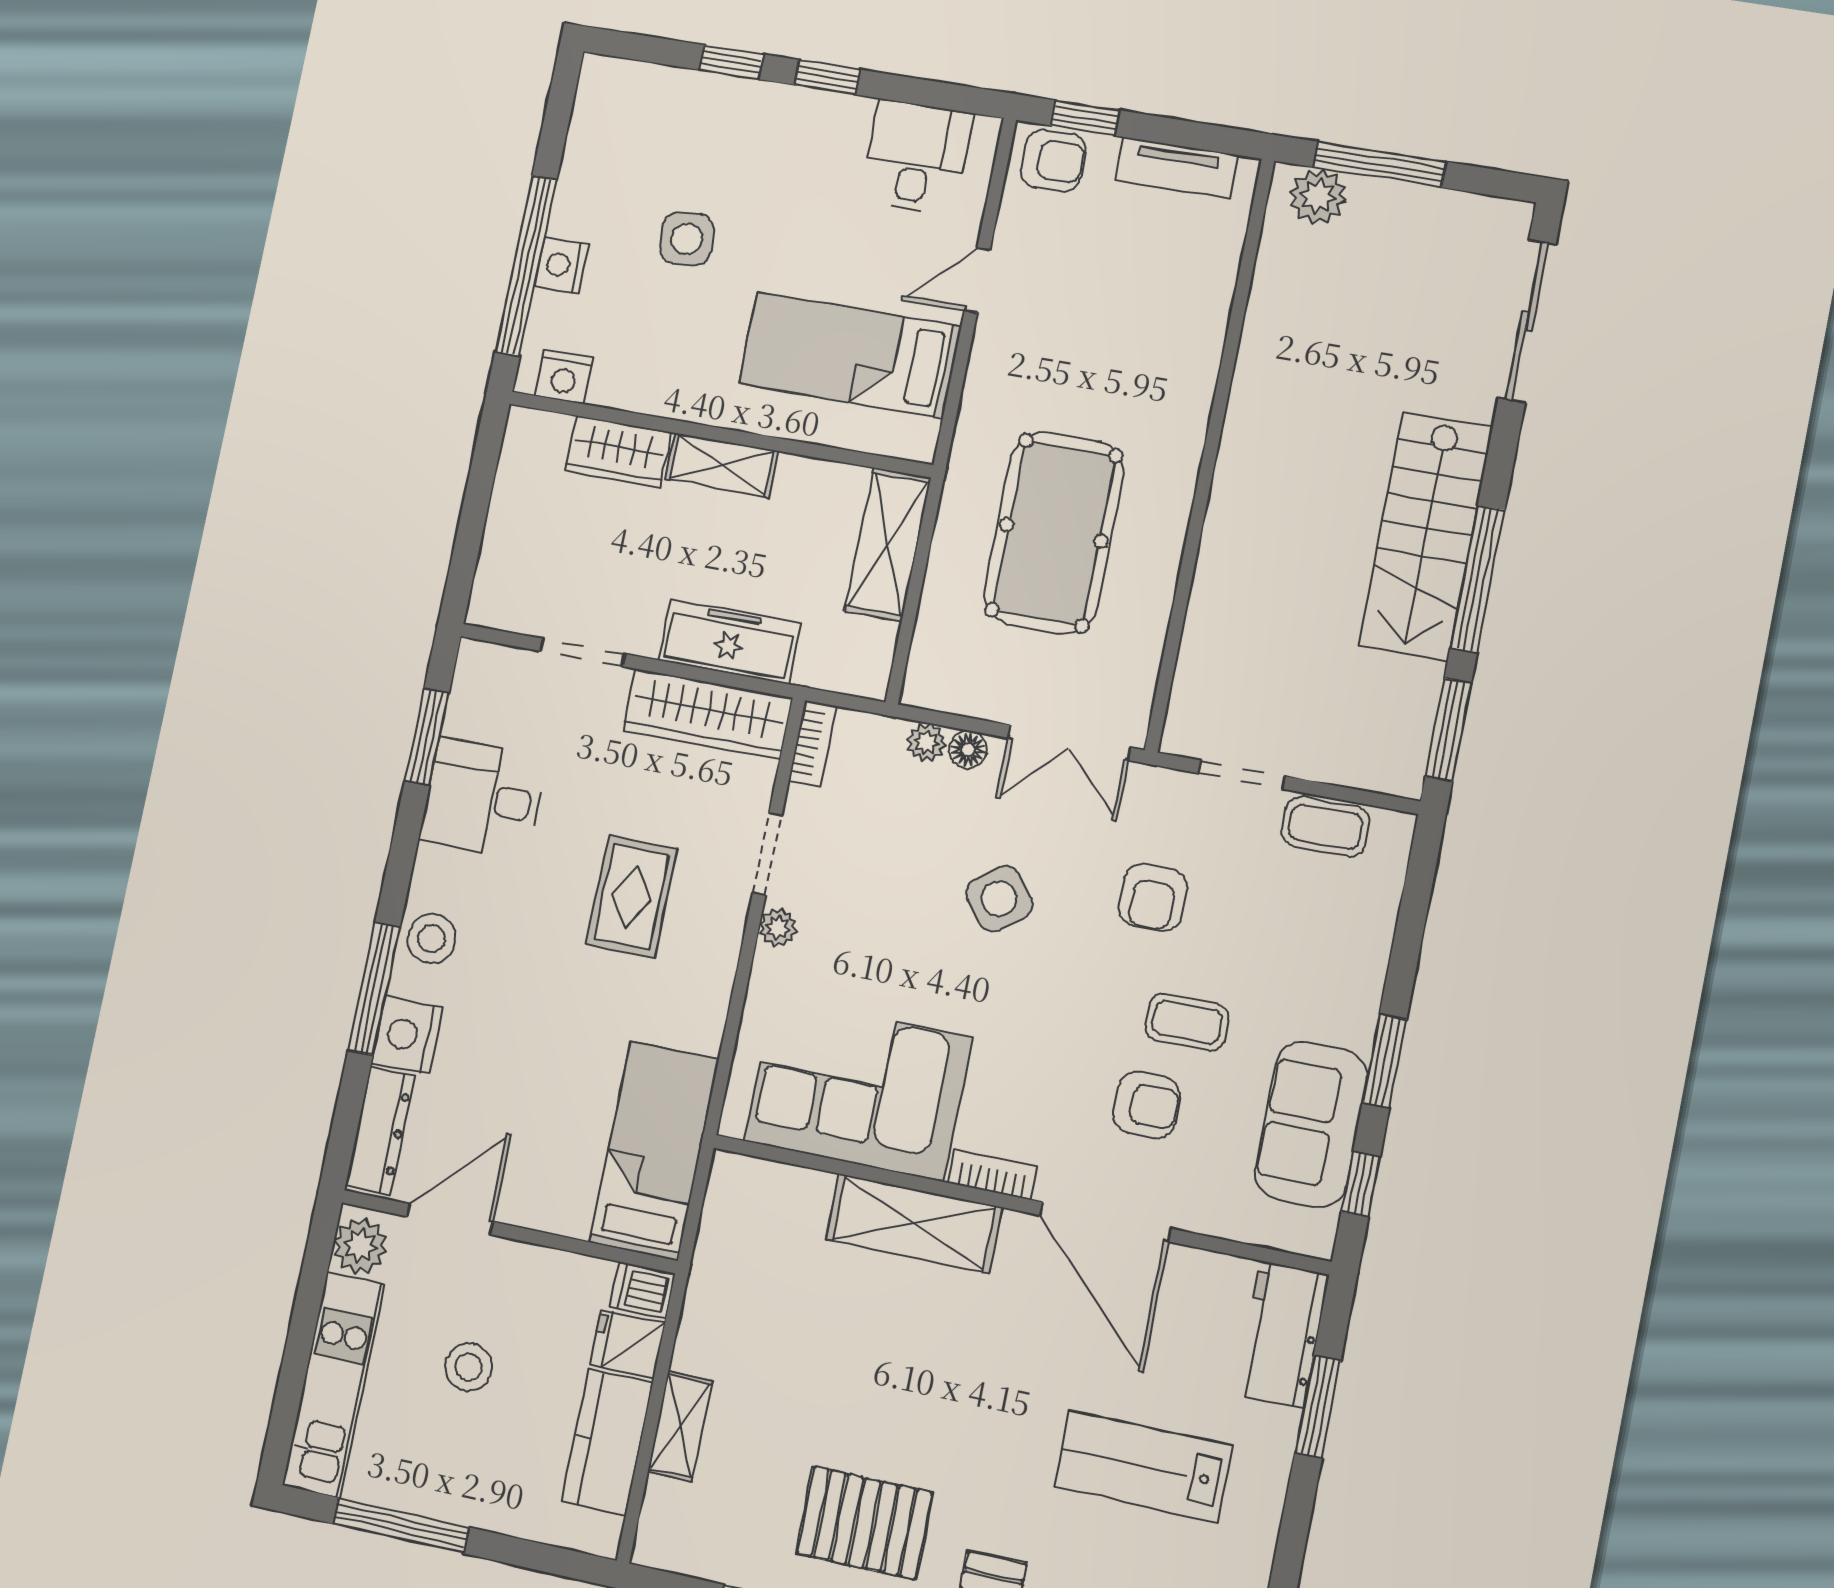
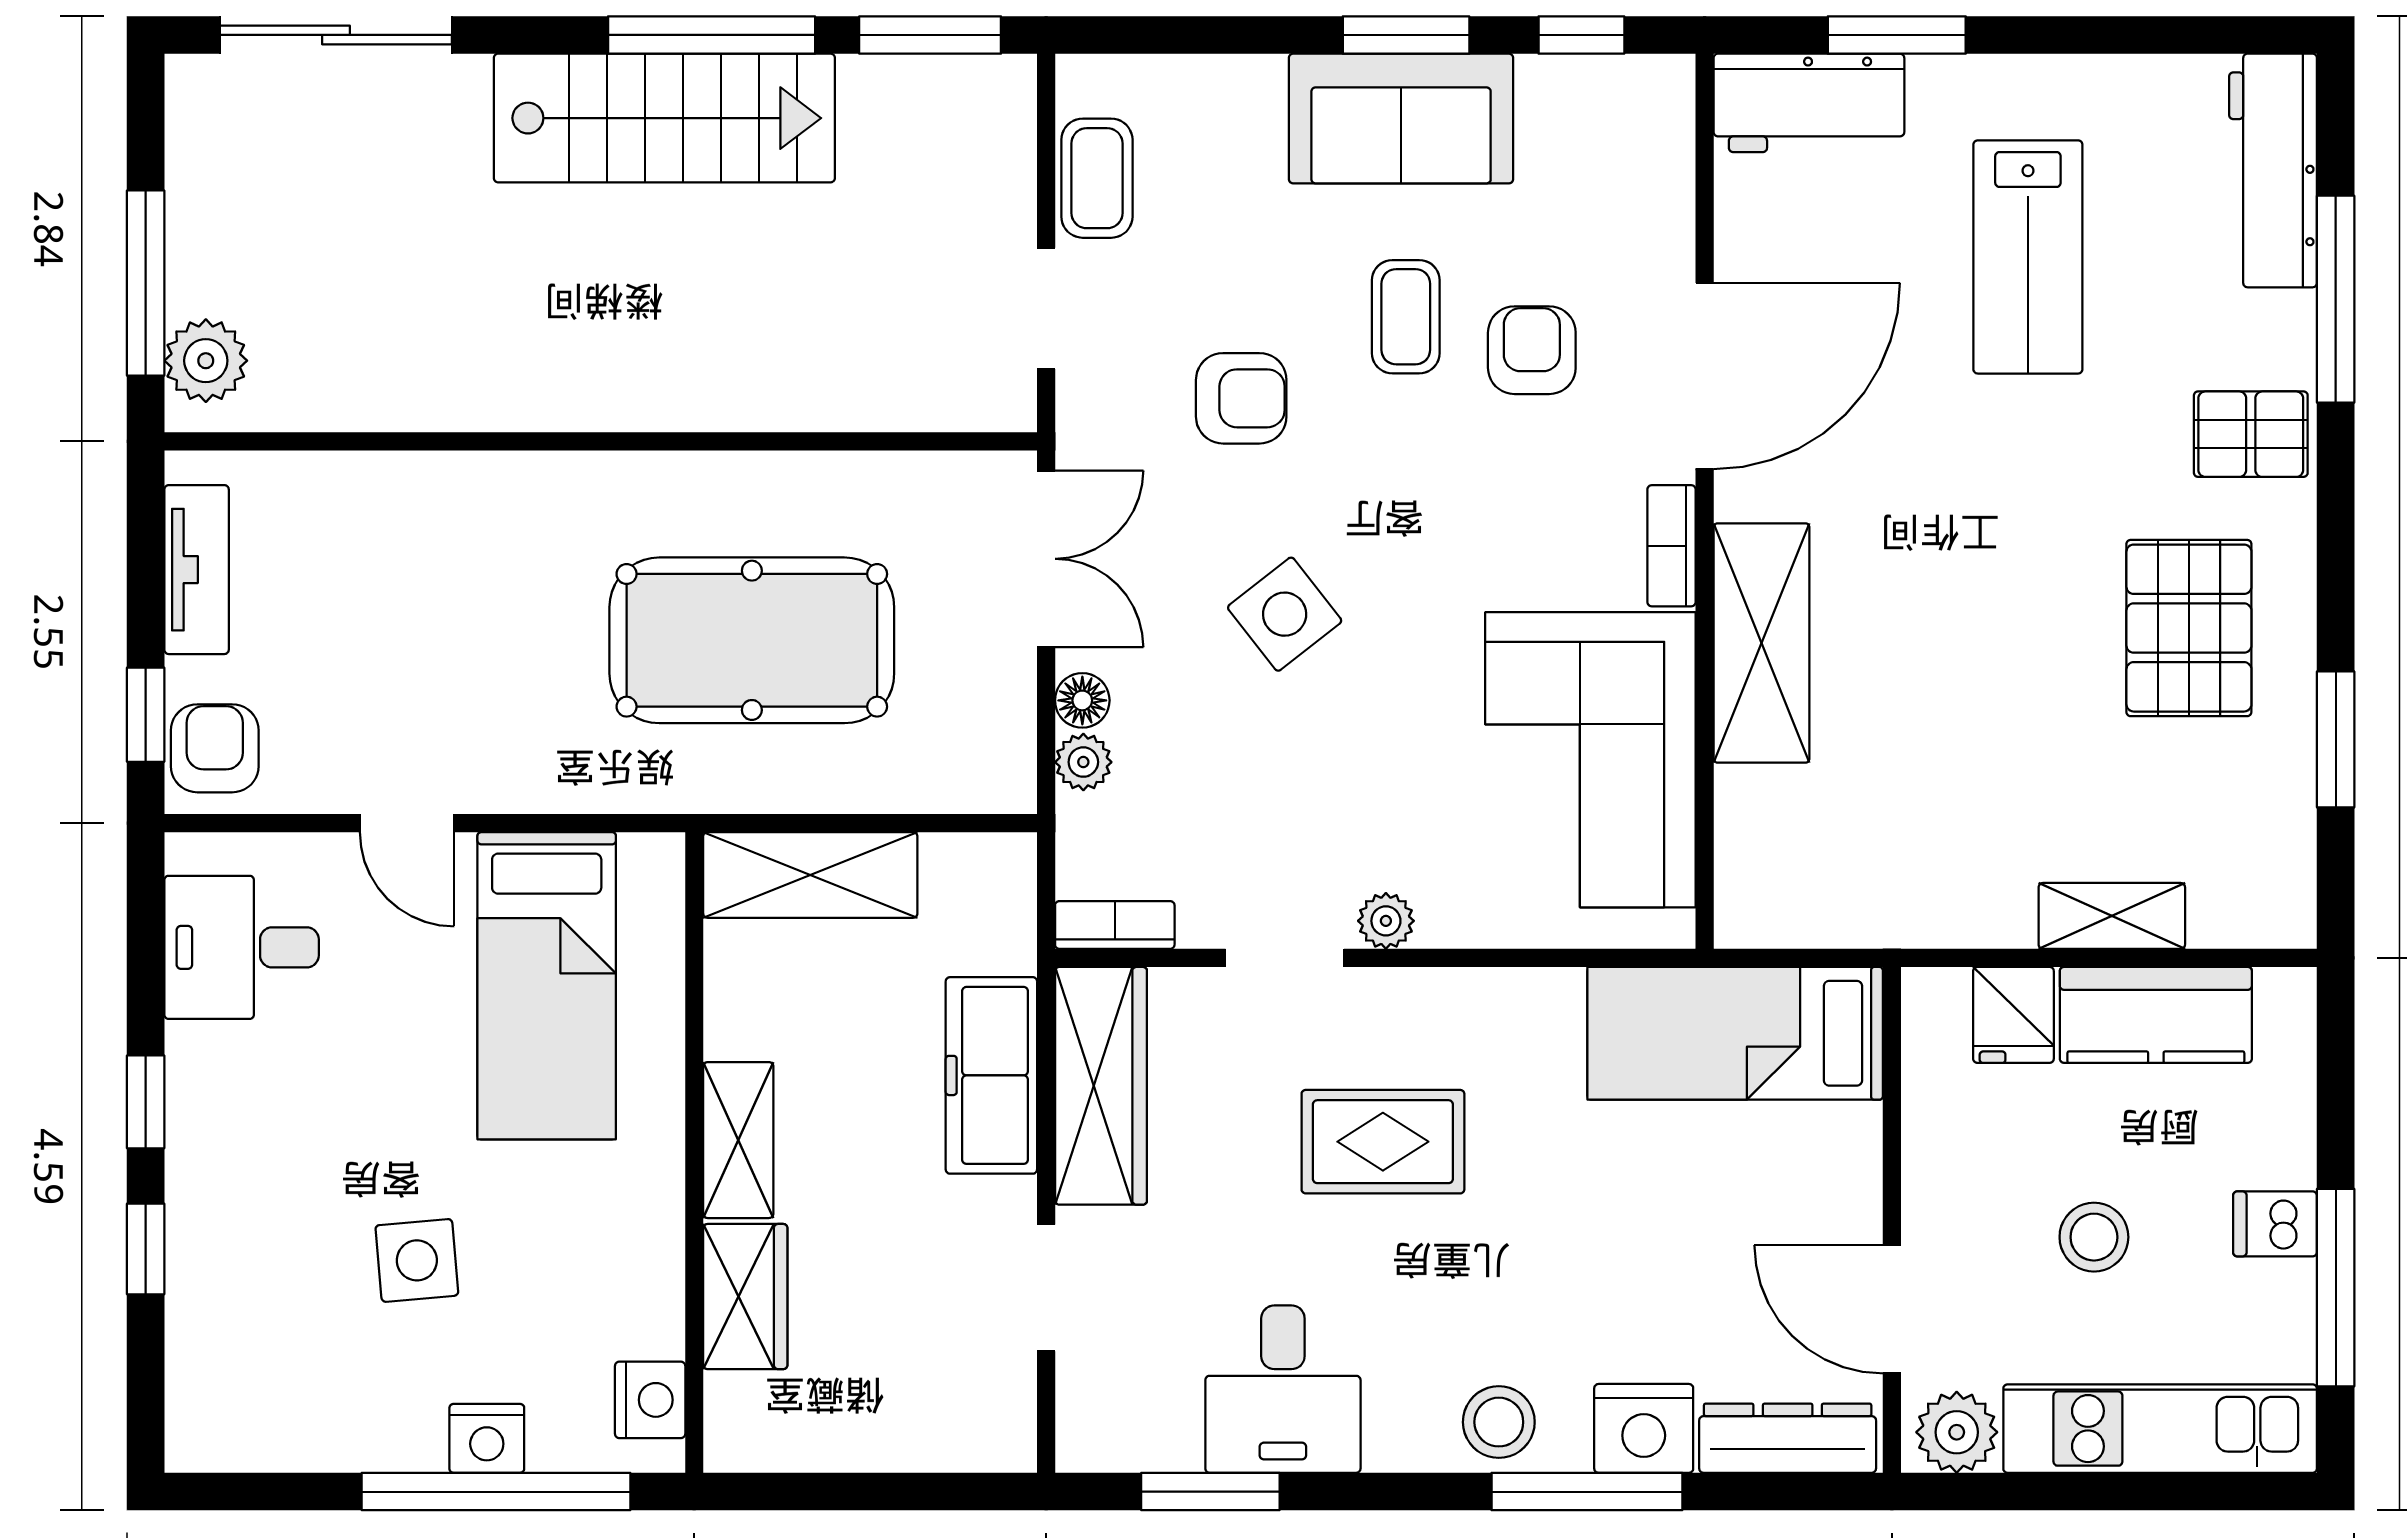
sofa: (1311, 1124) -> (1401, 119), moved
dishwasher: (643, 1291) -> (2275, 1224), moved, turned 90

